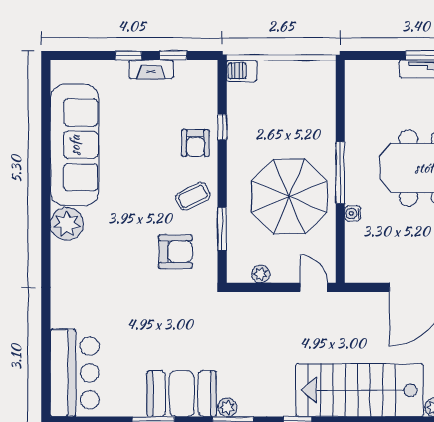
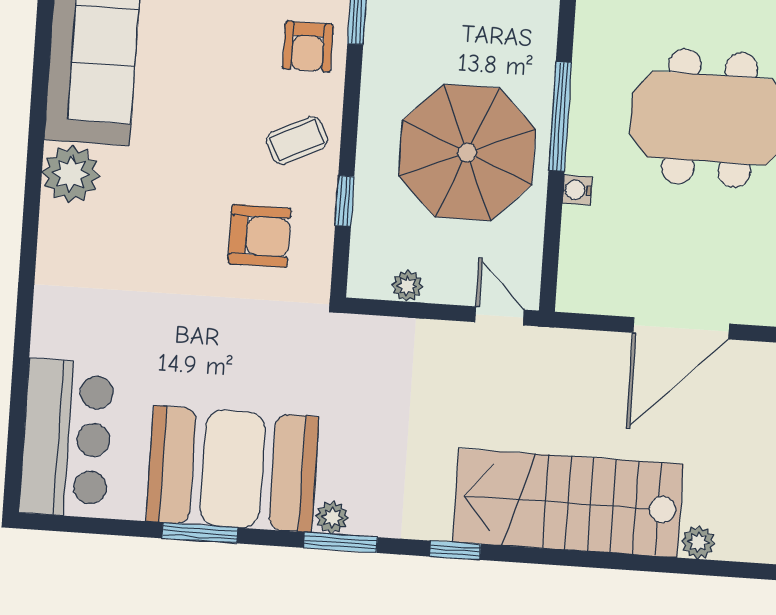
window: (222, 229) -> (345, 201), width x0.67
booth: (182, 394) -> (233, 469), width x1.36, depth x1.42

